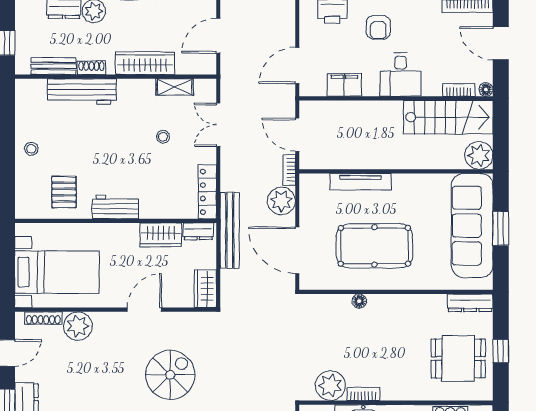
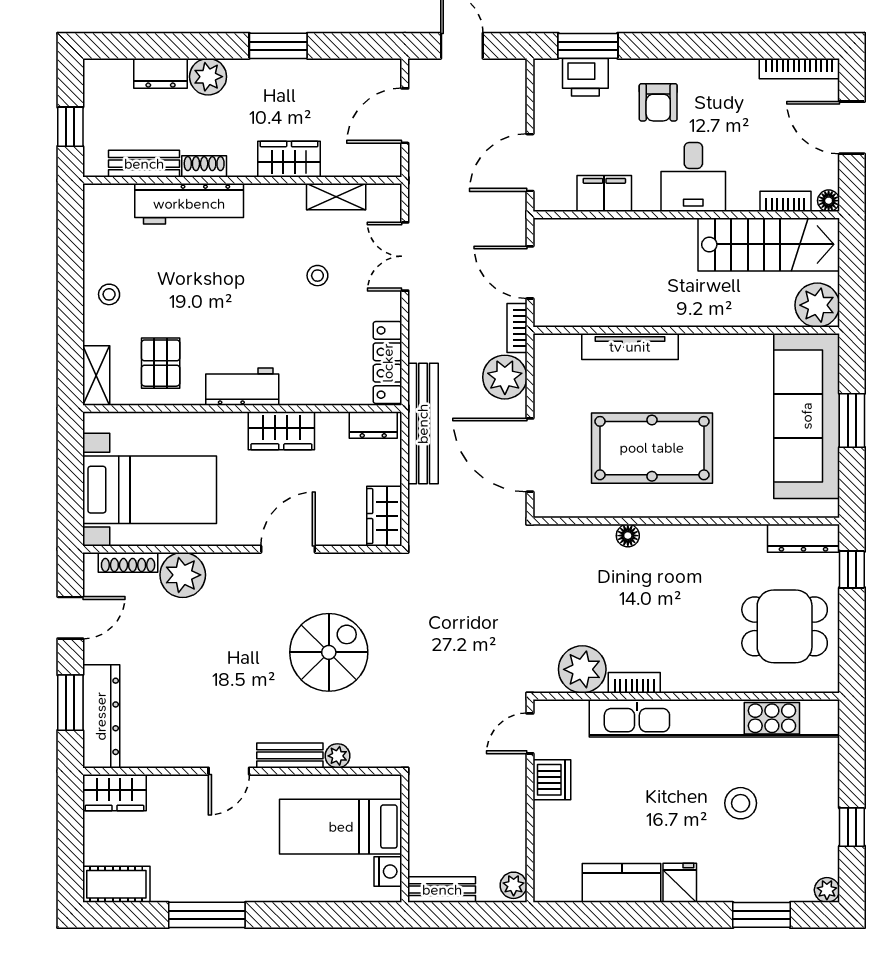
wardrobe: (145, 63) -> (289, 159), width x0.67
shelving: (23, 200) -> (96, 376), added
wardrobe: (161, 235) -> (281, 431), moved
window: (501, 351) -> (852, 570), moved

